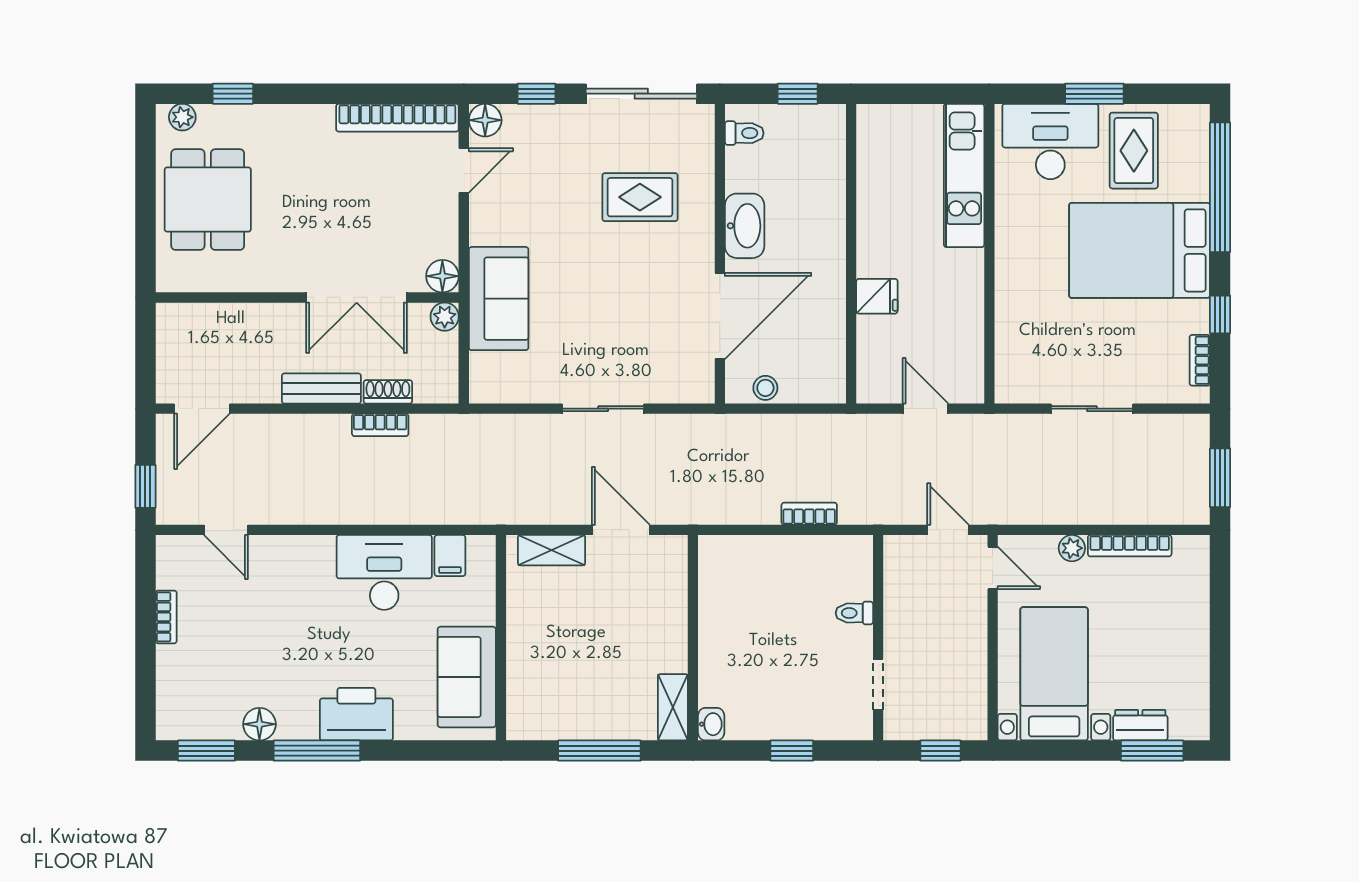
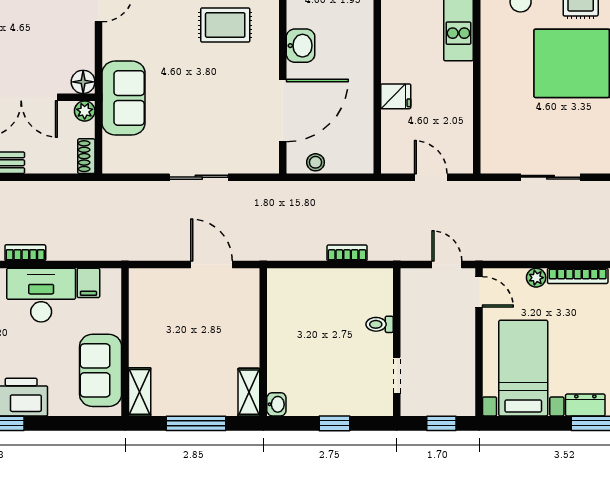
washbasin: (745, 226) -> (301, 46), width x0.72
shoe rack: (388, 392) -> (86, 156), moved, turned -90
bookcase: (380, 425) -> (25, 253), moved, turned 180
shelving: (552, 550) -> (140, 392), moved, turned 90

